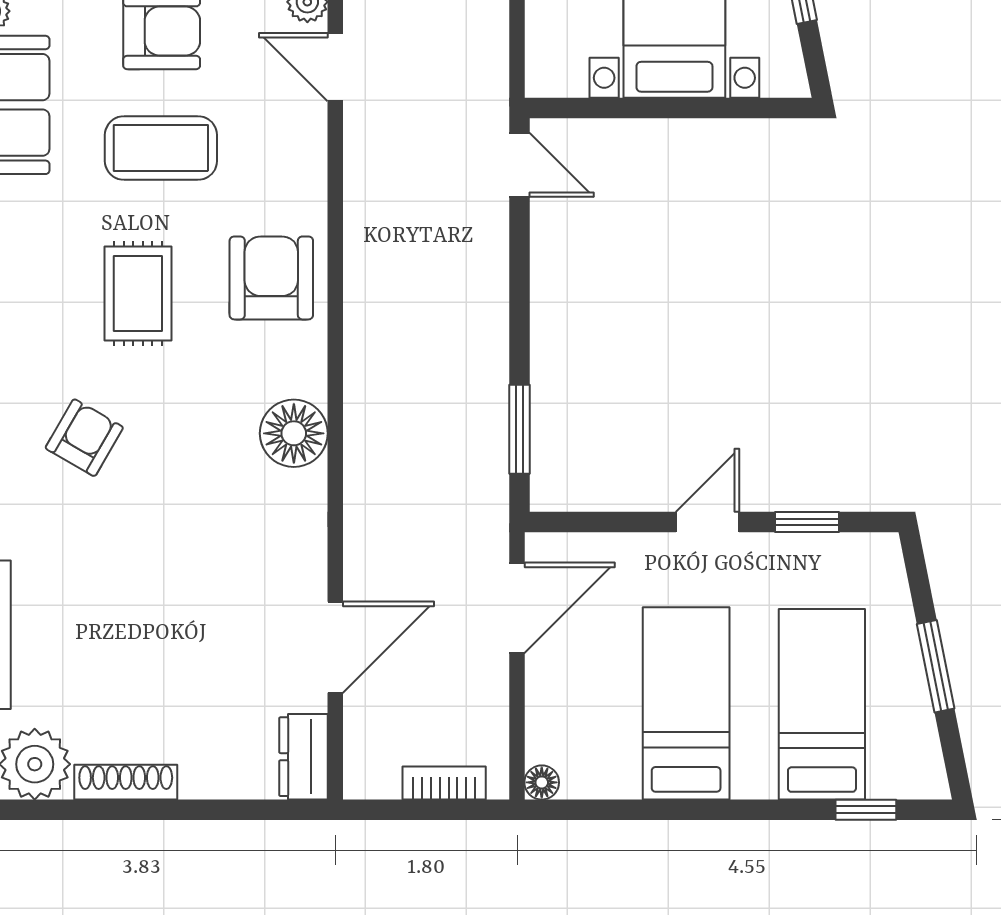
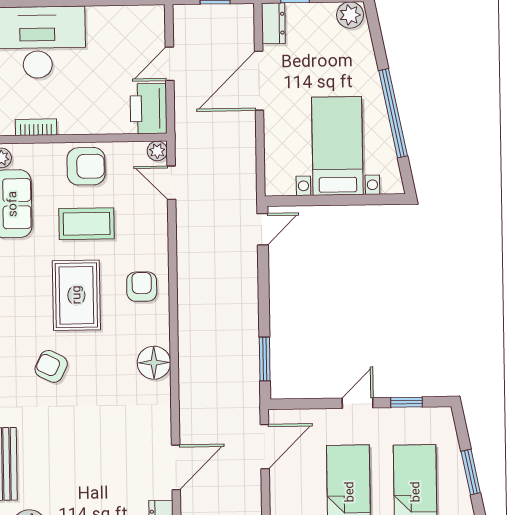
door: (519, 165) -> (263, 229), hinge flipped
armchair: (271, 278) -> (142, 287), width x0.72, depth x0.72
rug: (138, 294) -> (76, 295), width x1.36, depth x1.43
armchair: (84, 438) -> (51, 366), turned -94

